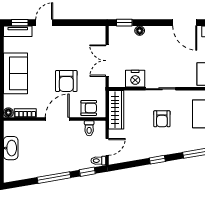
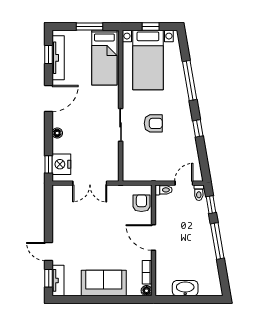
floor lamp: (140, 31) -> (57, 133), moved
nightstand: (135, 79) -> (61, 164), moved, turned 180
armchair: (66, 81) -> (112, 228), removed
wardrobe: (116, 110) -> (143, 173), removed
toilet: (89, 128) -> (164, 190), moved
door: (107, 147) -> (184, 183), hinge flipped

